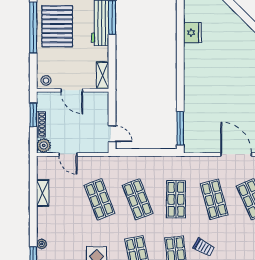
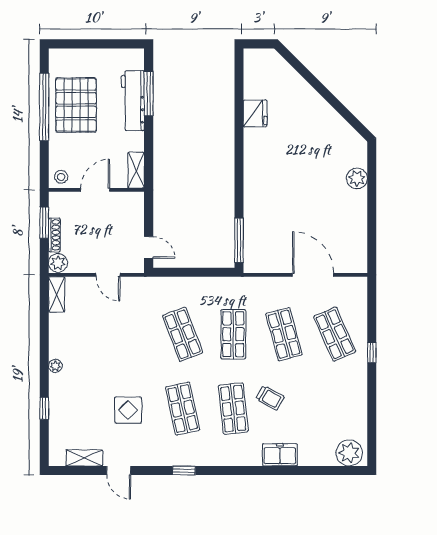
door: (72, 90) -> (95, 190), swing flipped
door: (68, 154) -> (108, 275), moved
shelving: (43, 193) -> (57, 294), moved
shop shelf: (99, 199) -> (132, 334), removed
plant: (42, 244) -> (55, 366), moved

